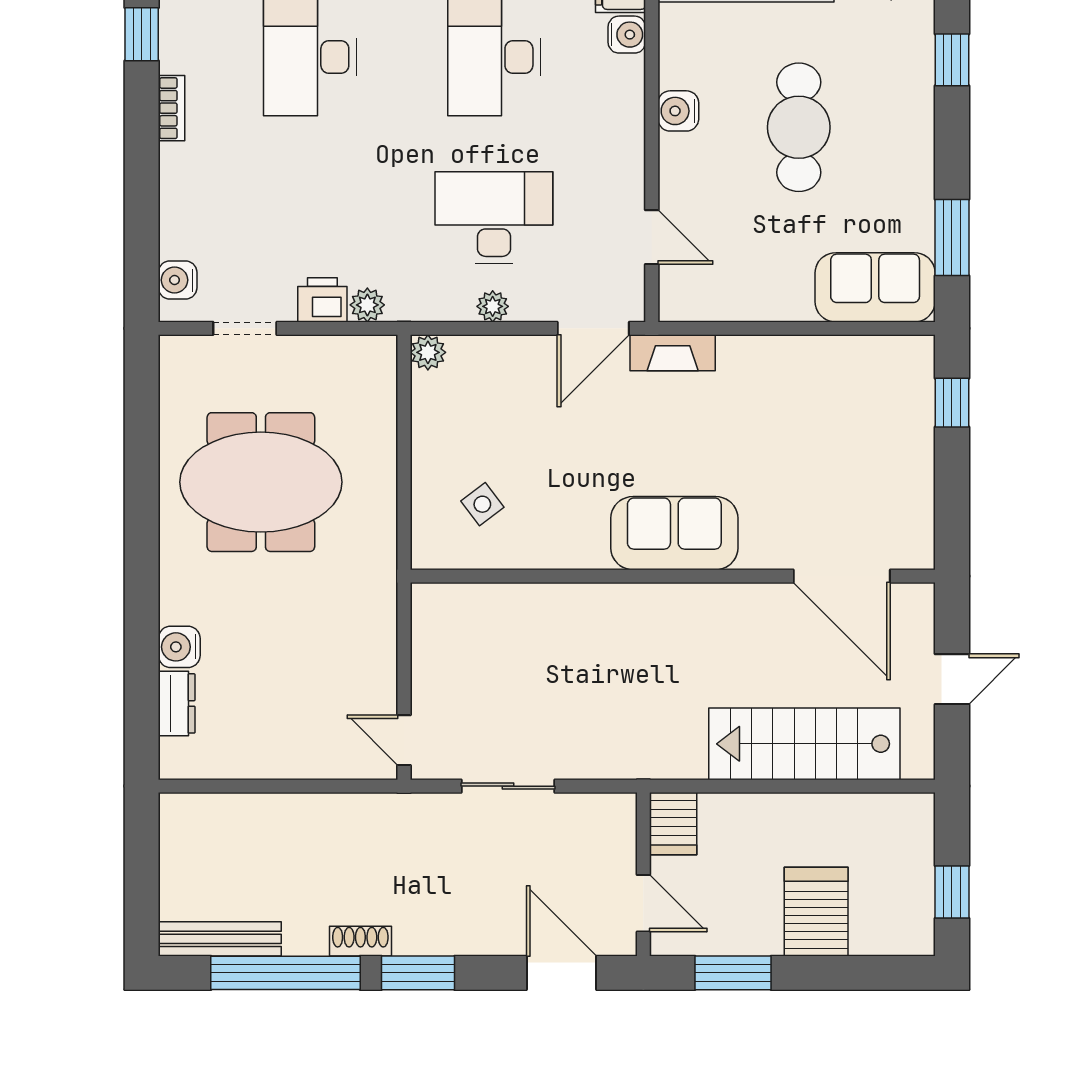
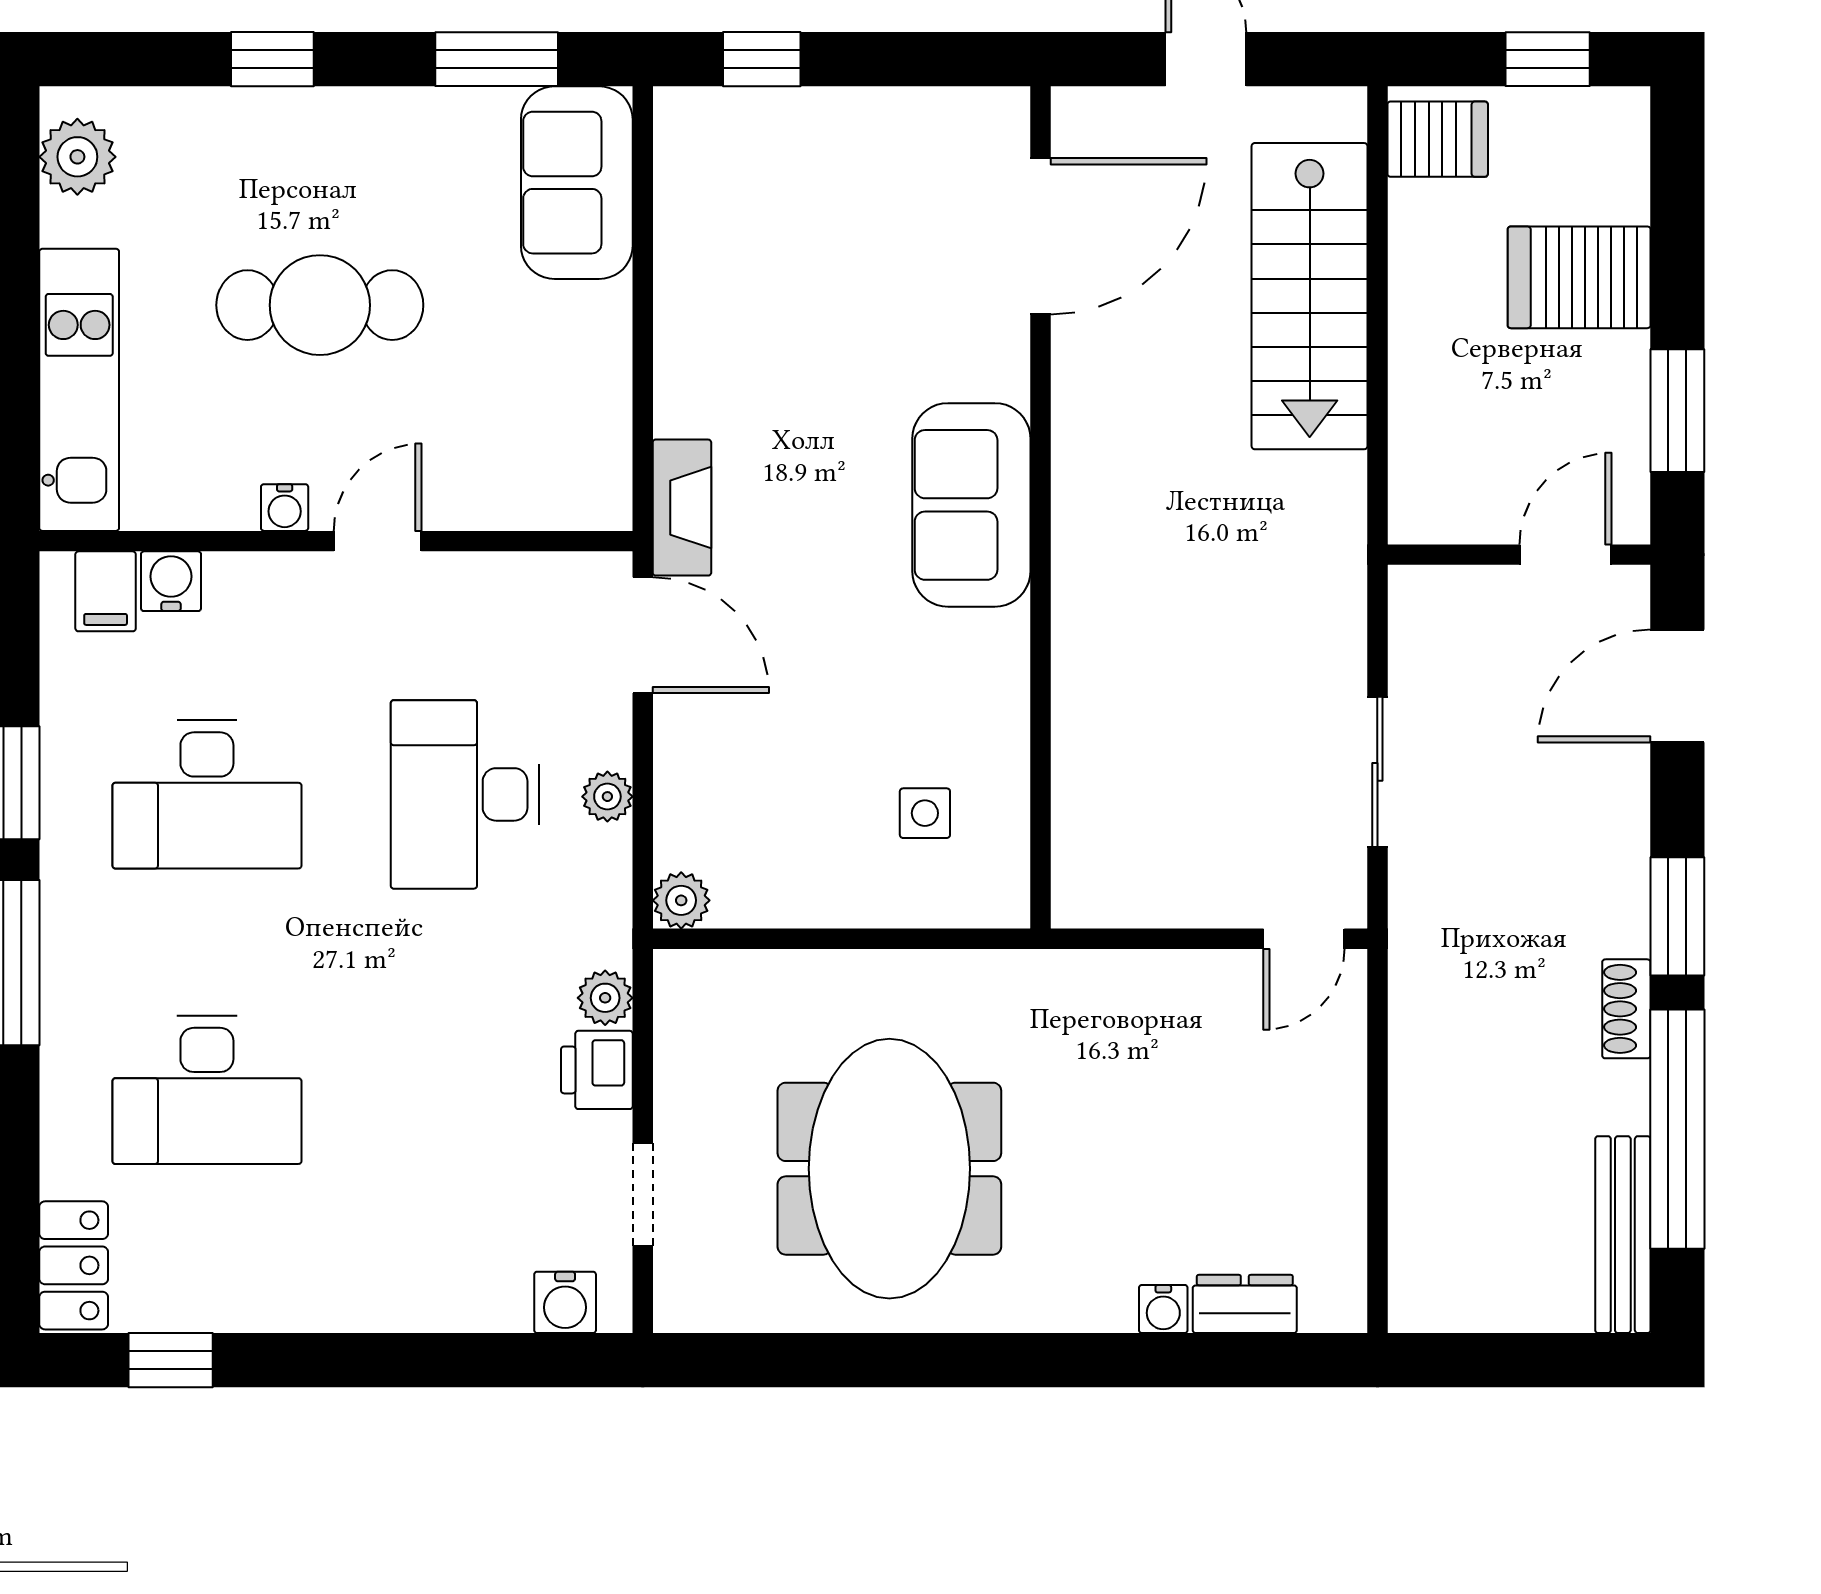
window: (952, 60) -> (272, 59), moved
bookcase: (172, 108) -> (289, 1312), removed
water cooler: (678, 111) -> (285, 508), width x0.72, depth x0.72
door: (652, 237) -> (378, 541), moved
side table: (482, 504) -> (925, 813), turned 37
water cooler: (179, 647) -> (1163, 1309), width x0.72, depth x0.72
server rack: (673, 824) -> (1438, 139), moved

